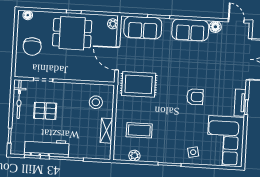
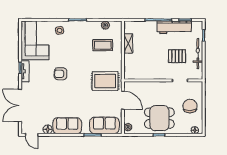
bicycle: (19, 99) -> (198, 54), moved
stool: (96, 102) -> (138, 65), removed

